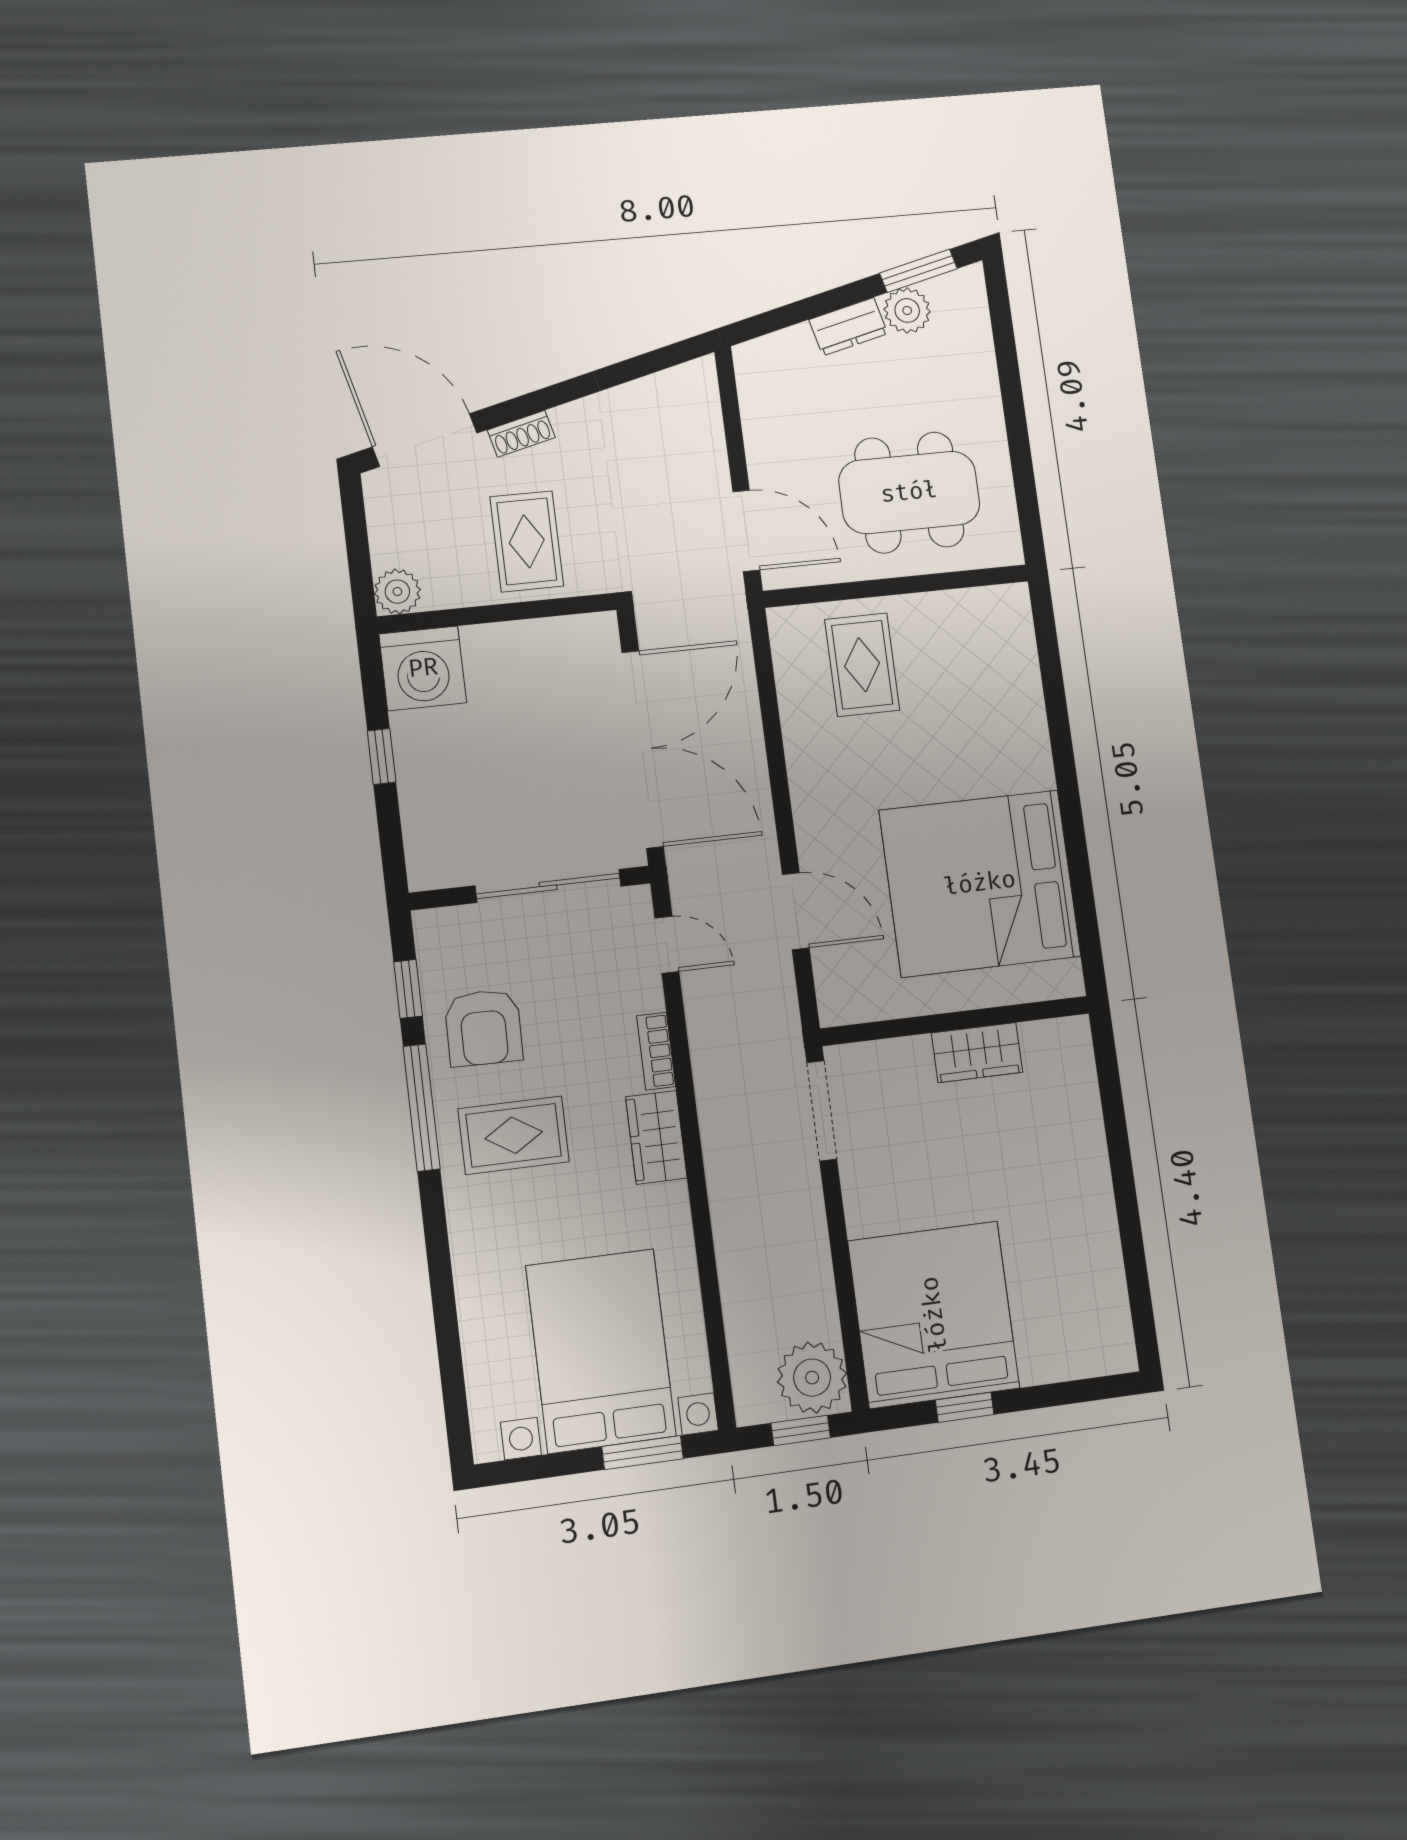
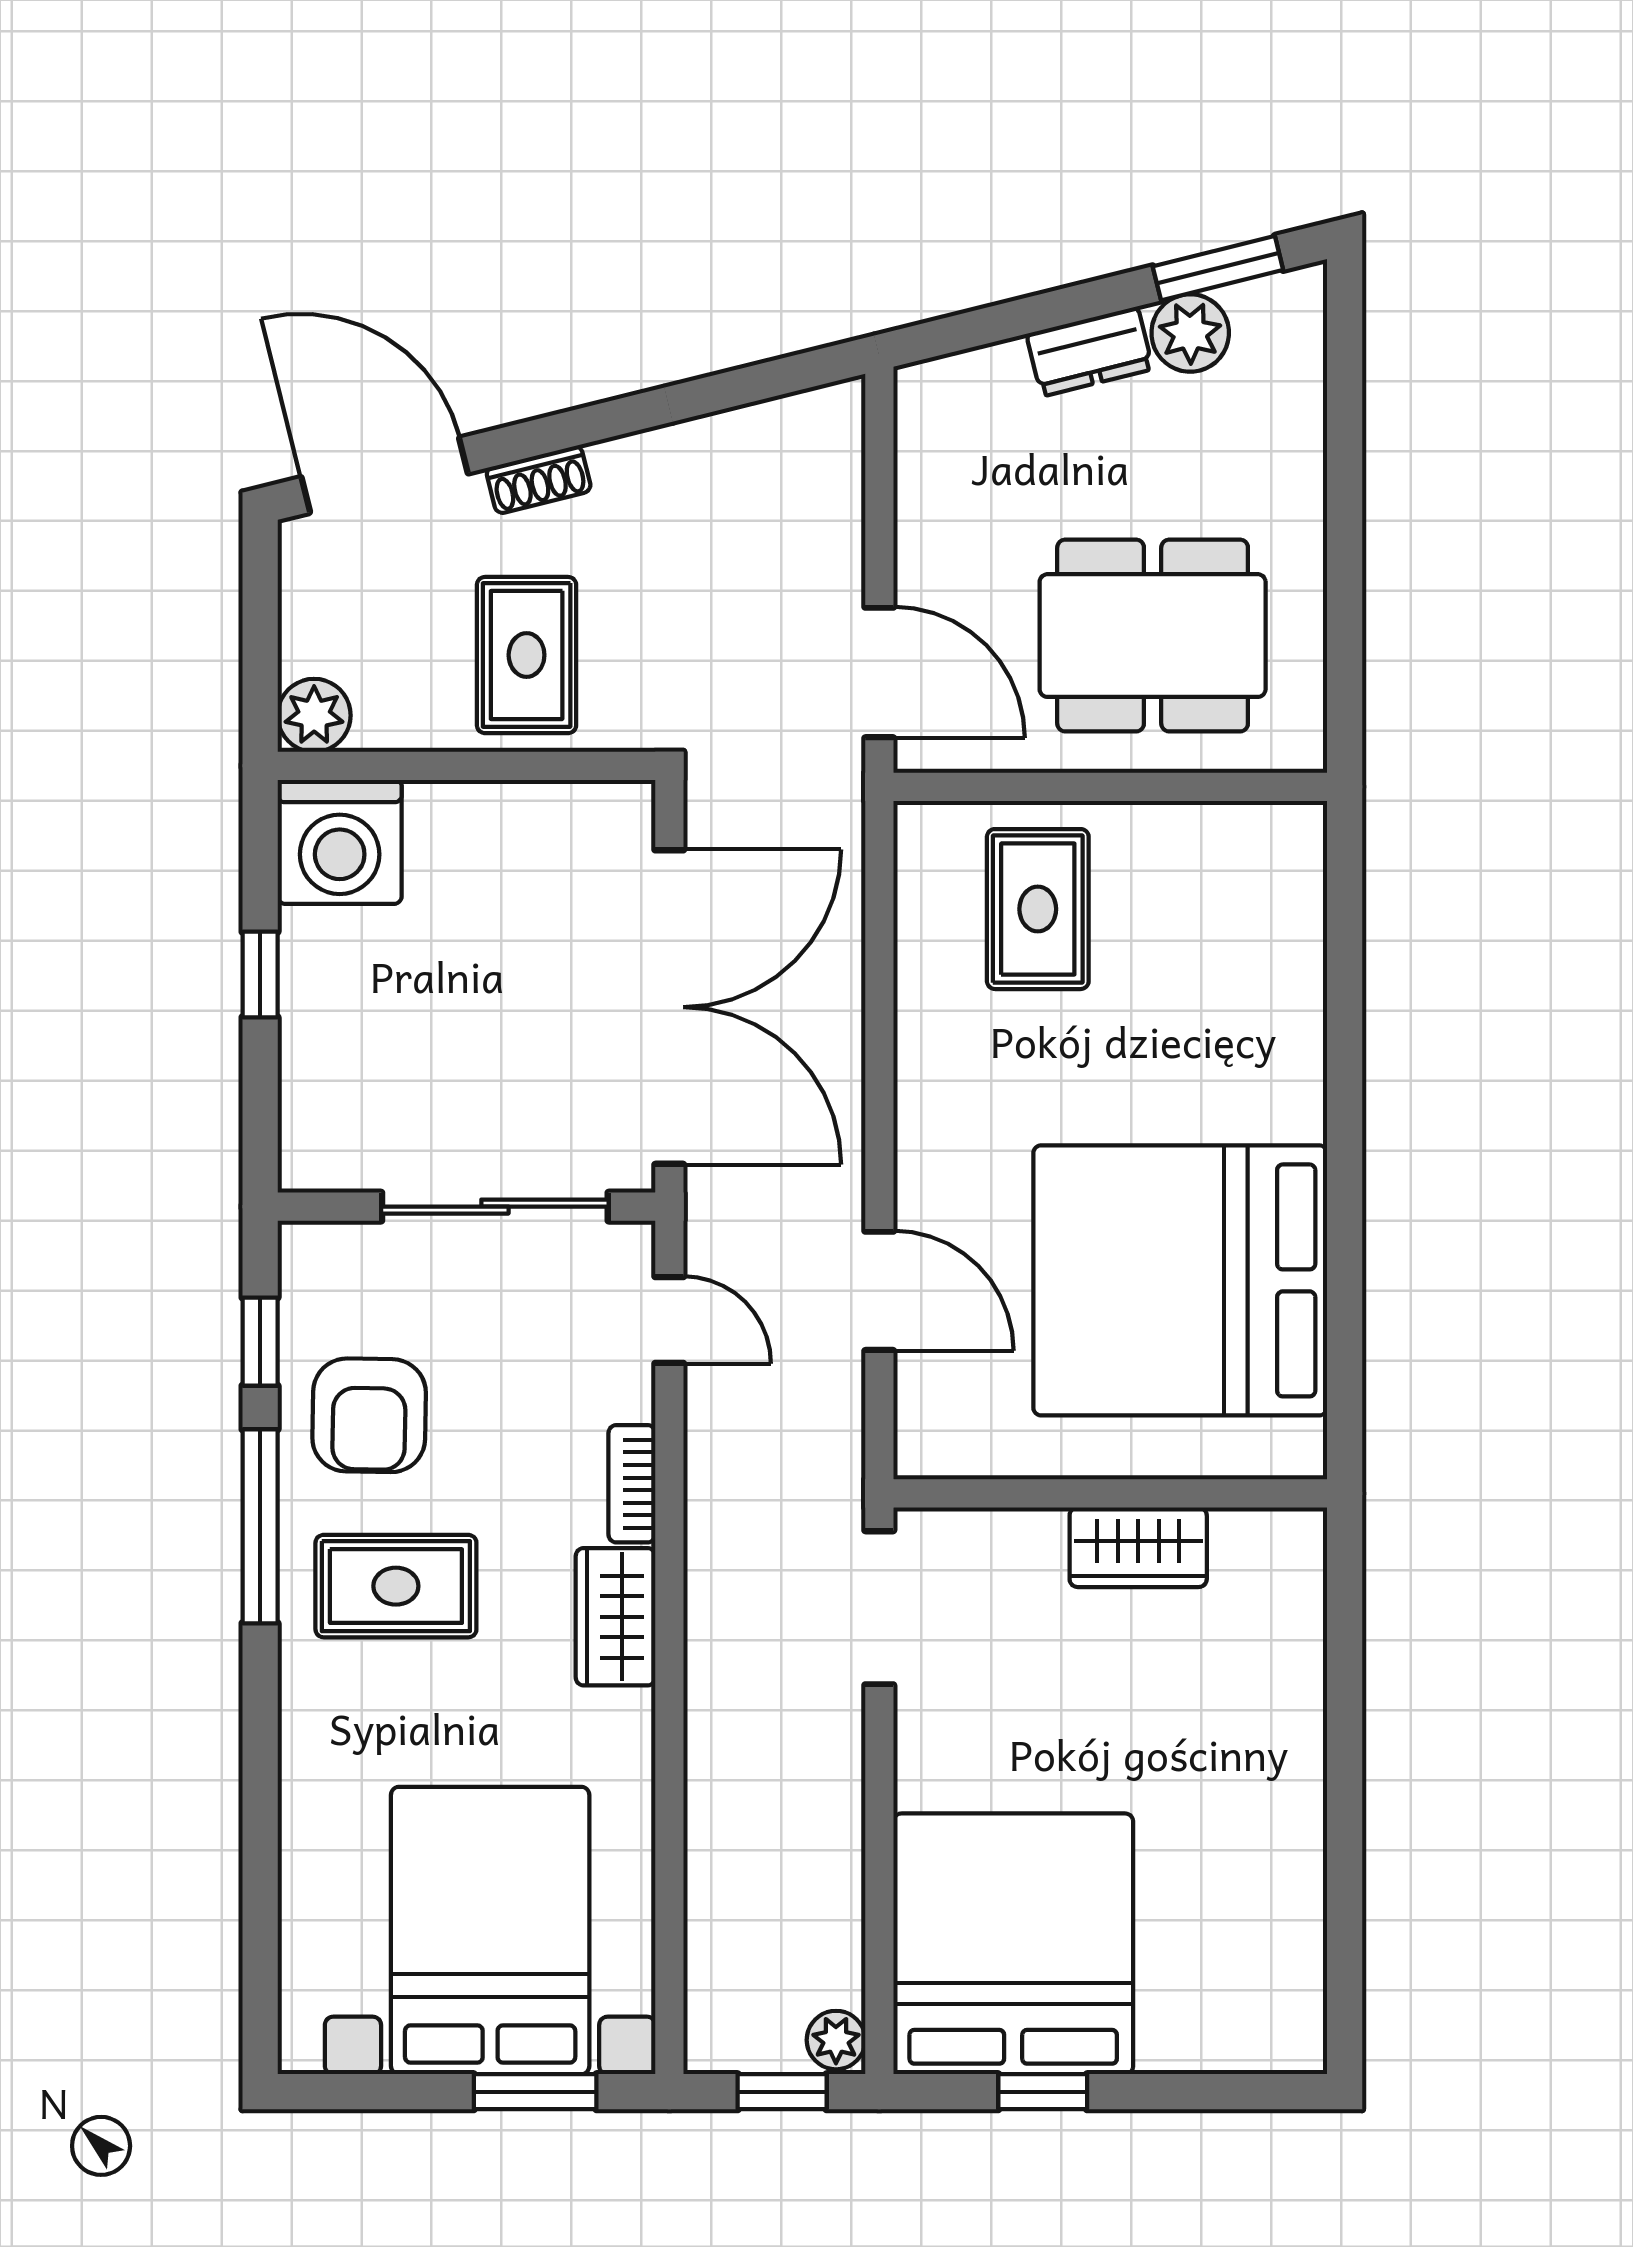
plant: (812, 1378) -> (836, 2040), width x0.53, depth x0.53

